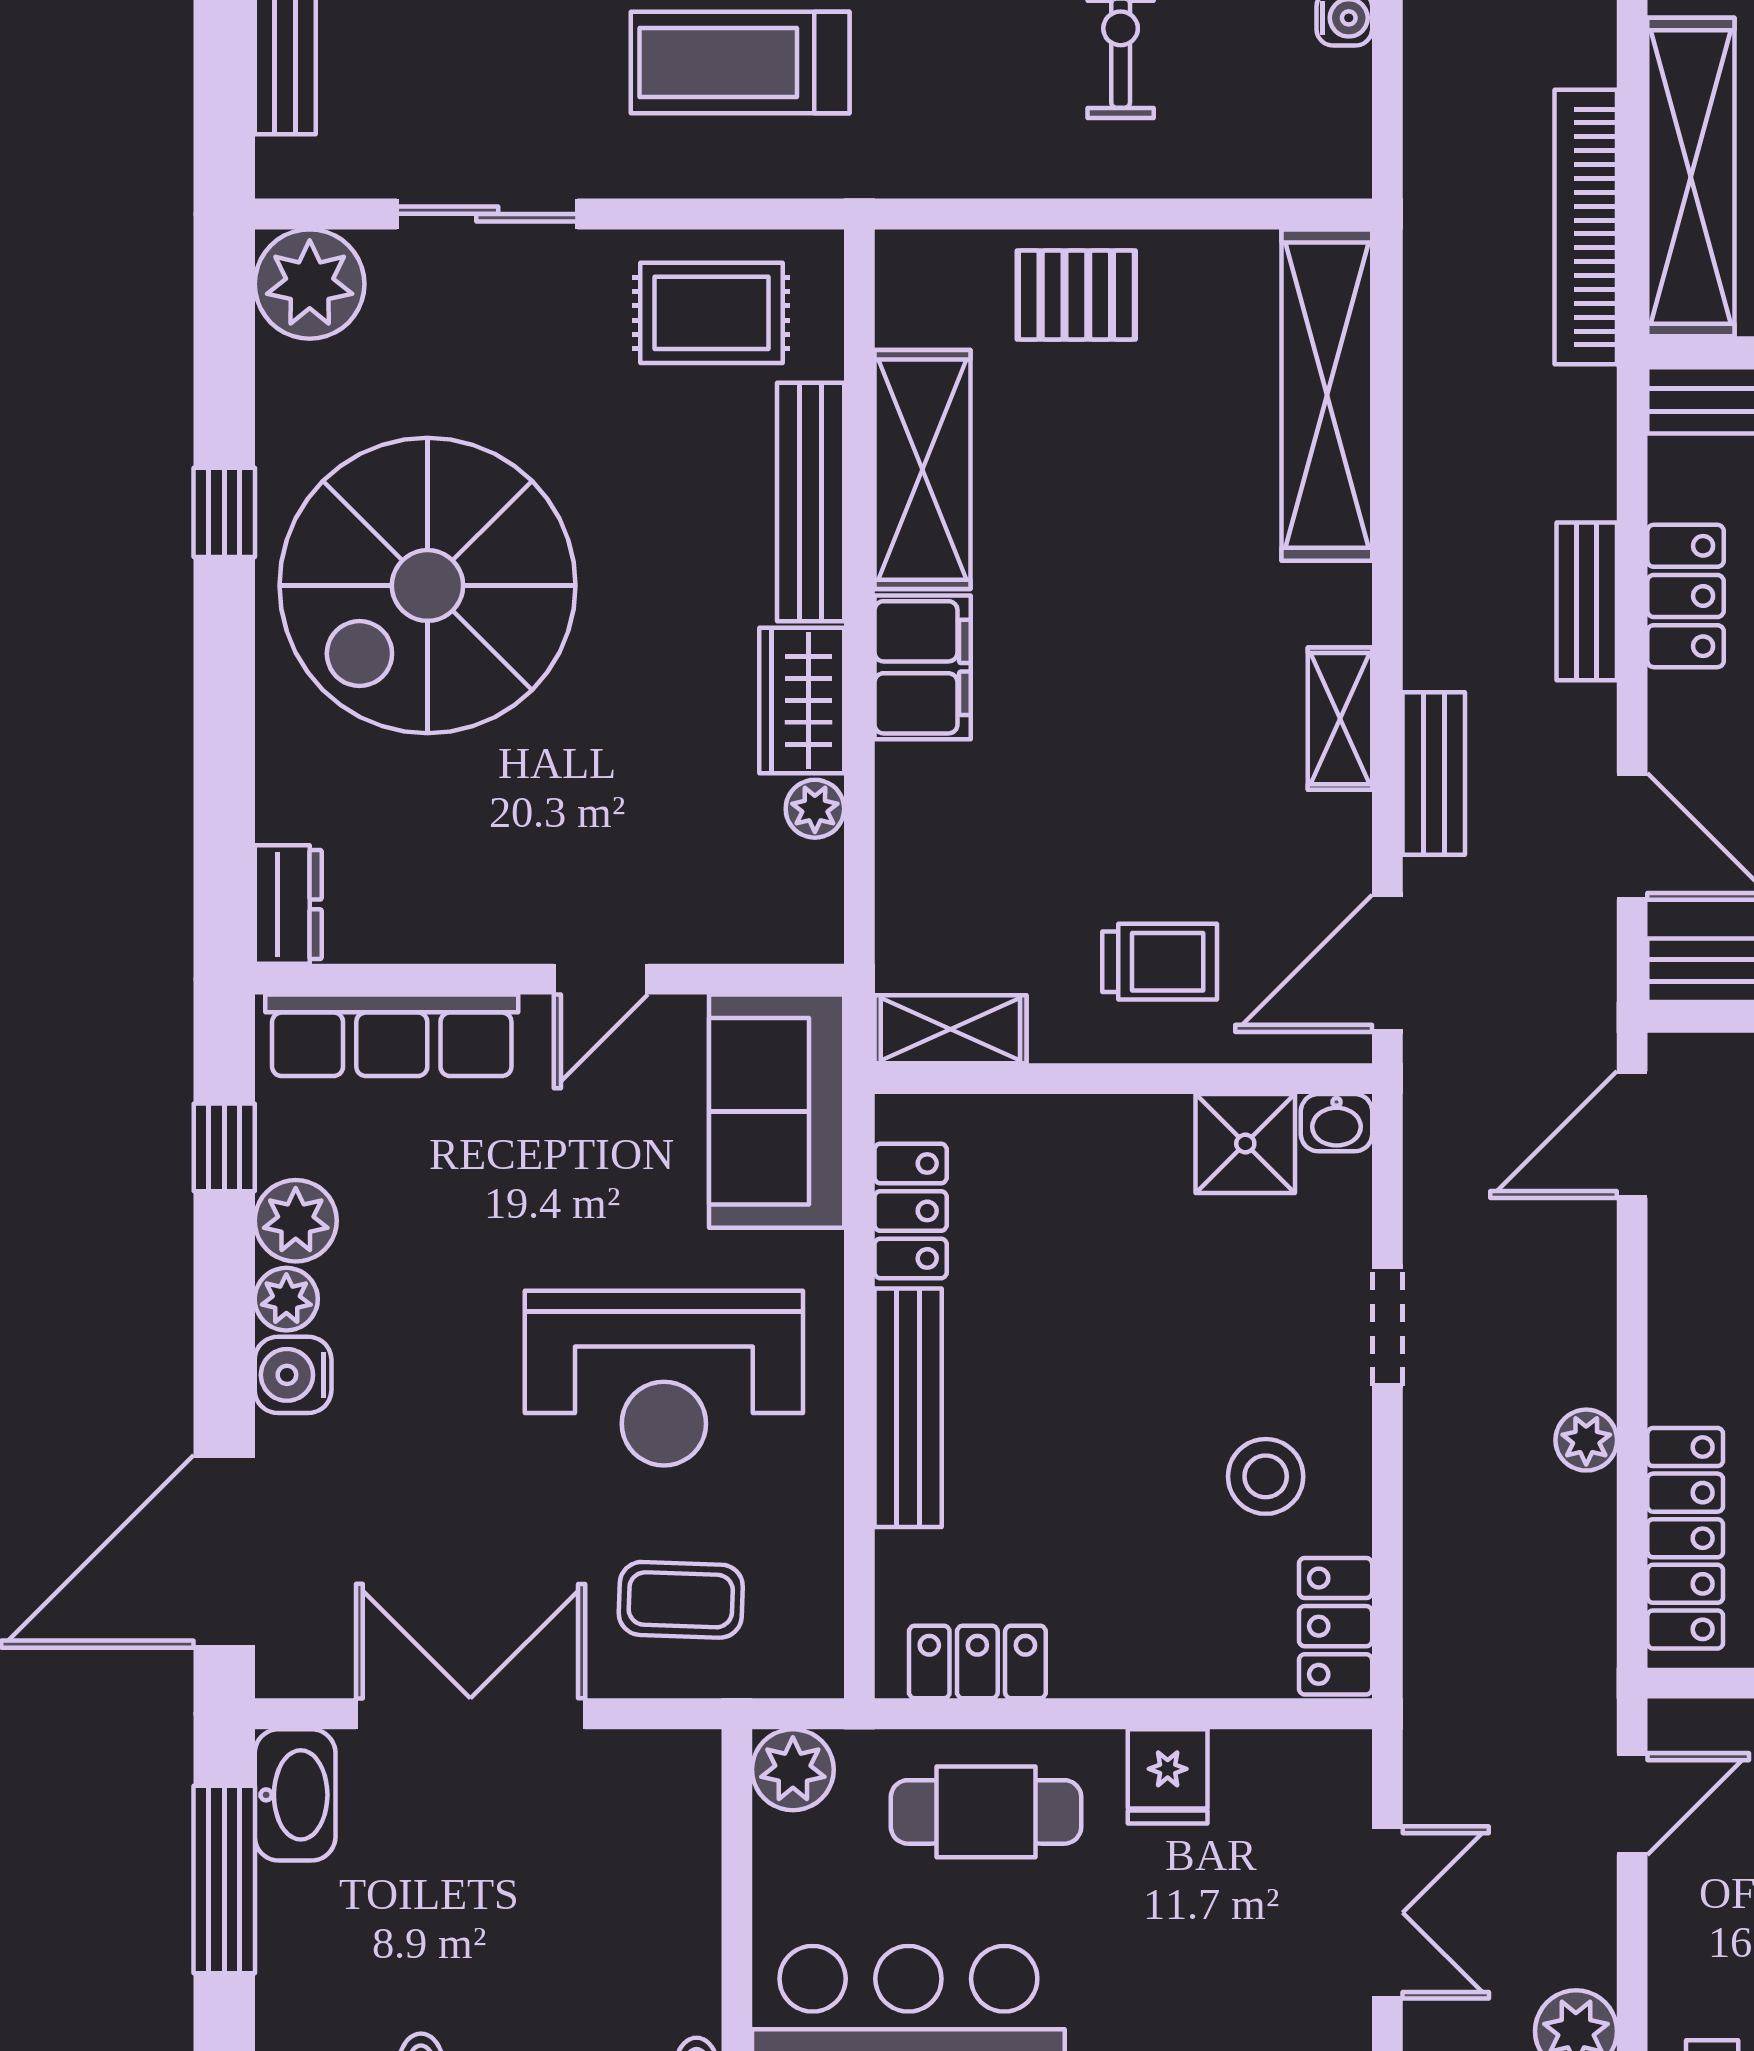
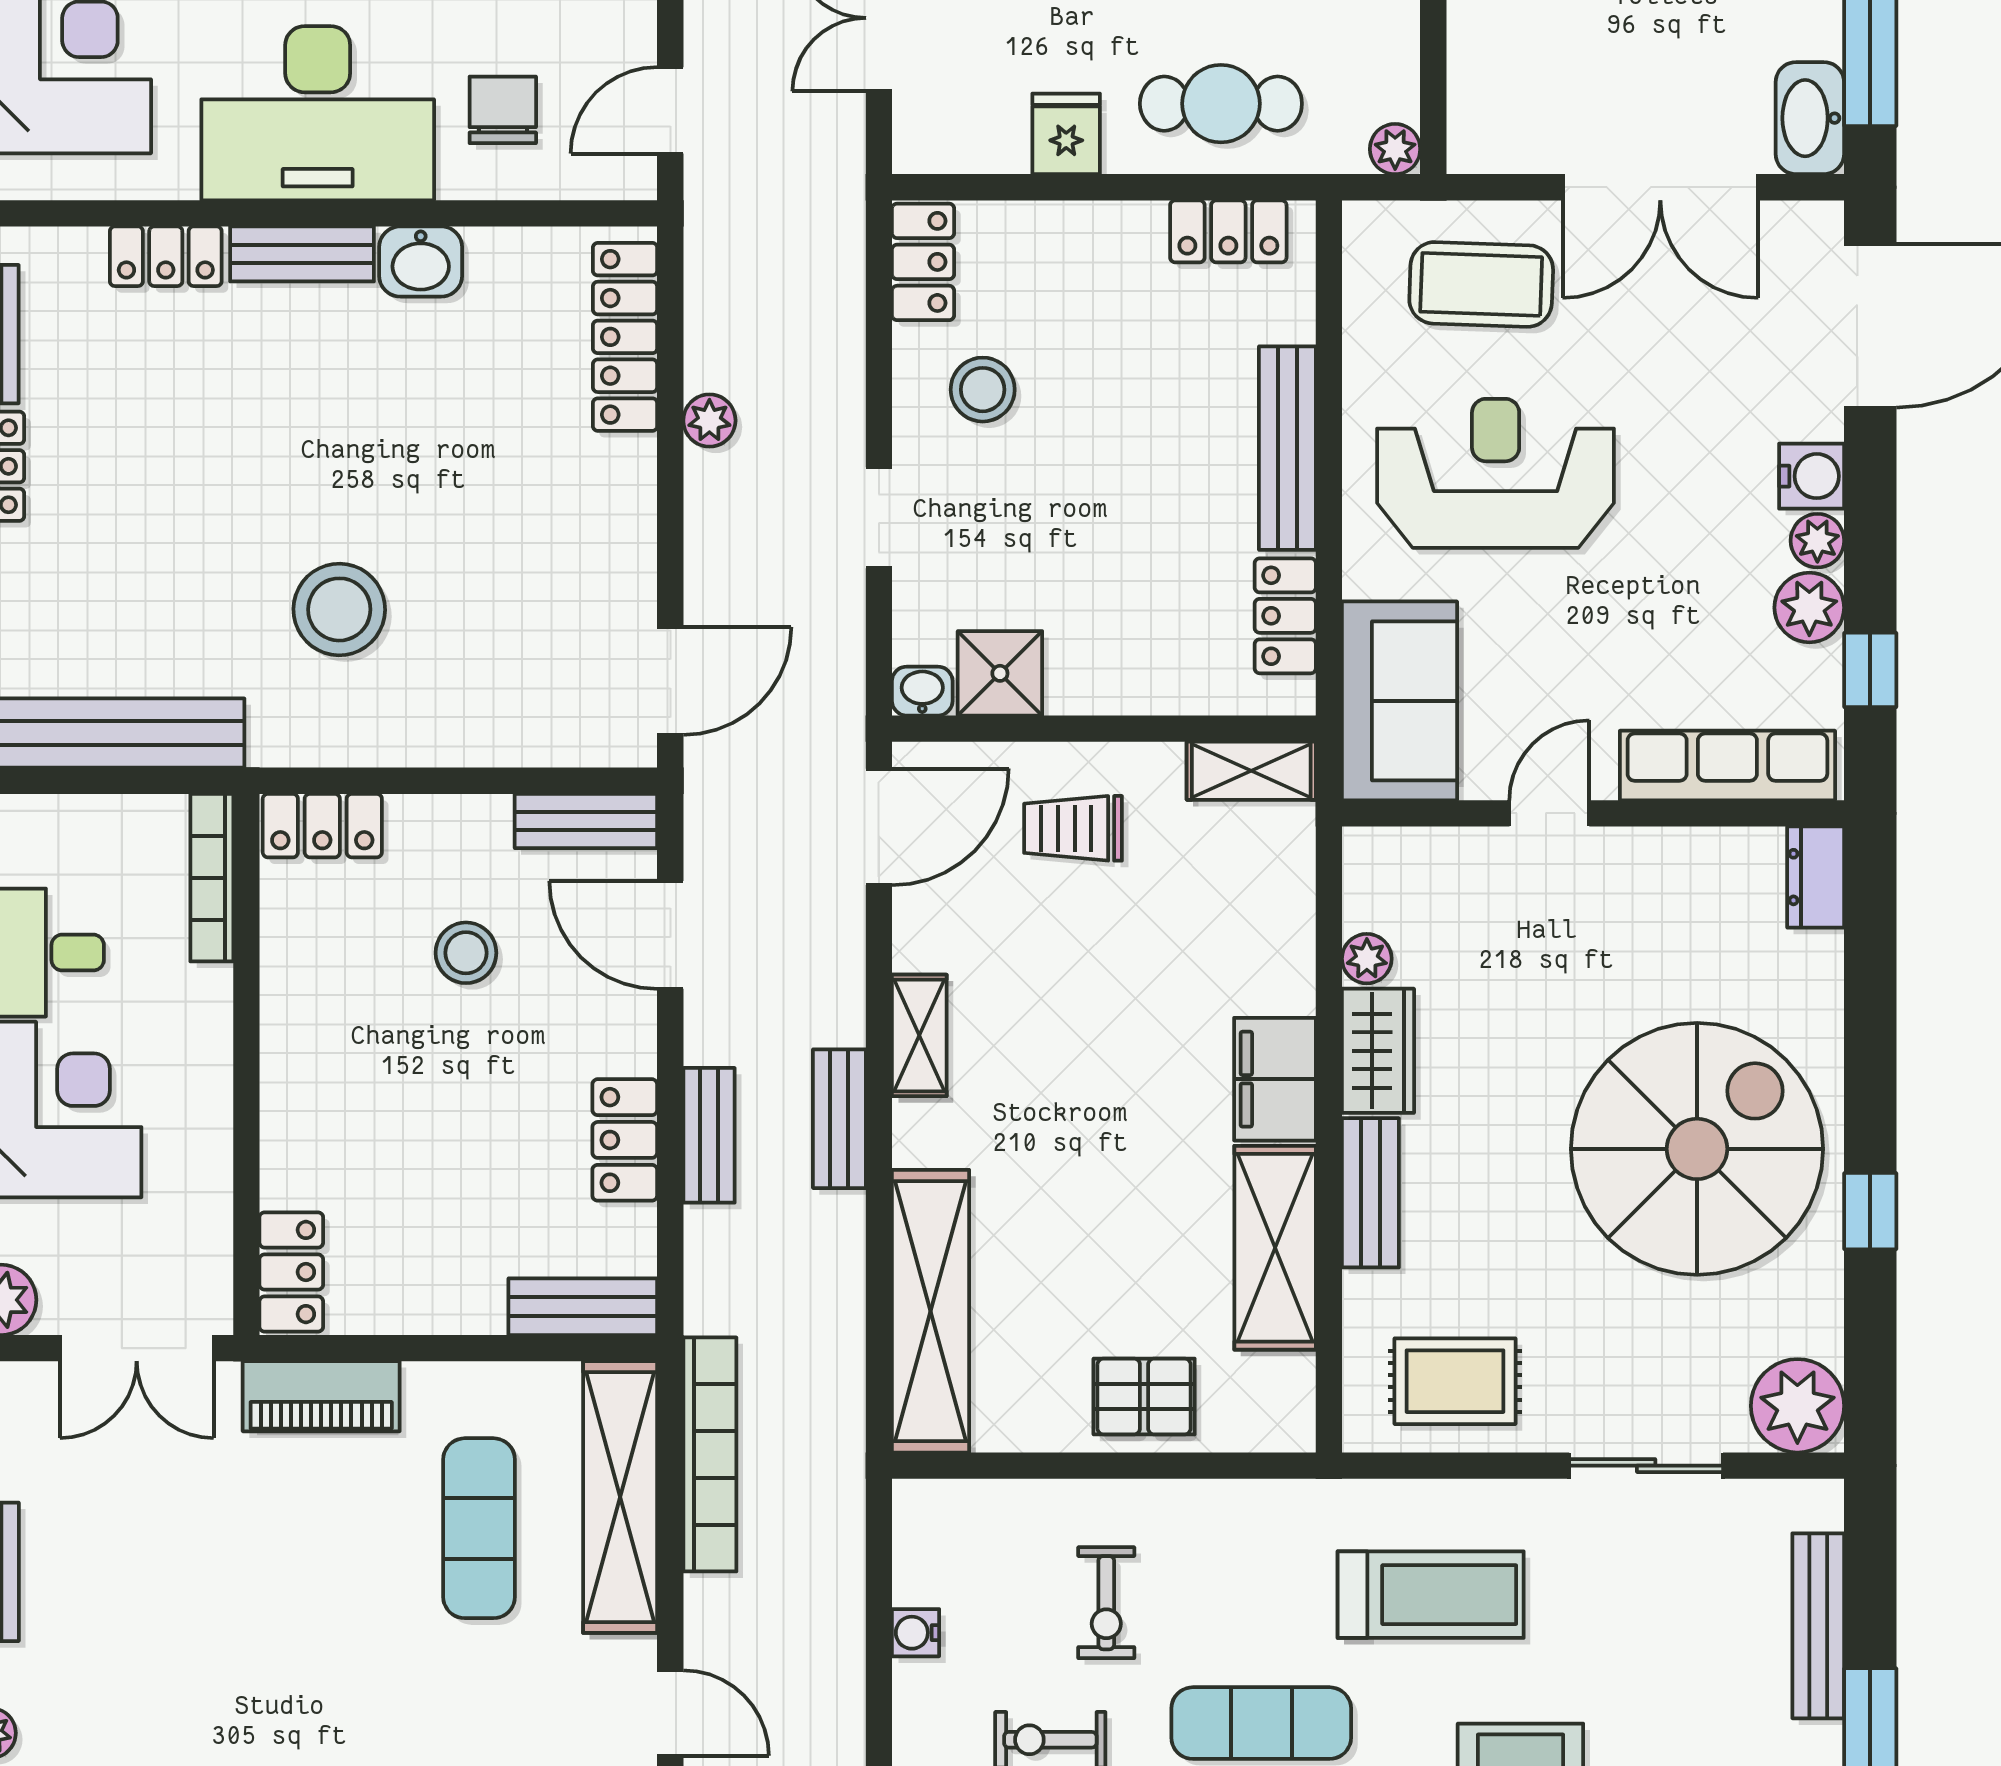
bench: (811, 502) -> (1370, 1193), width x0.73
bench: (1434, 774) -> (839, 1119), moved
coffee table: (681, 1600) -> (1481, 284), width x1.36, depth x1.30
plant: (793, 1770) -> (1395, 149), width x0.73, depth x0.73

